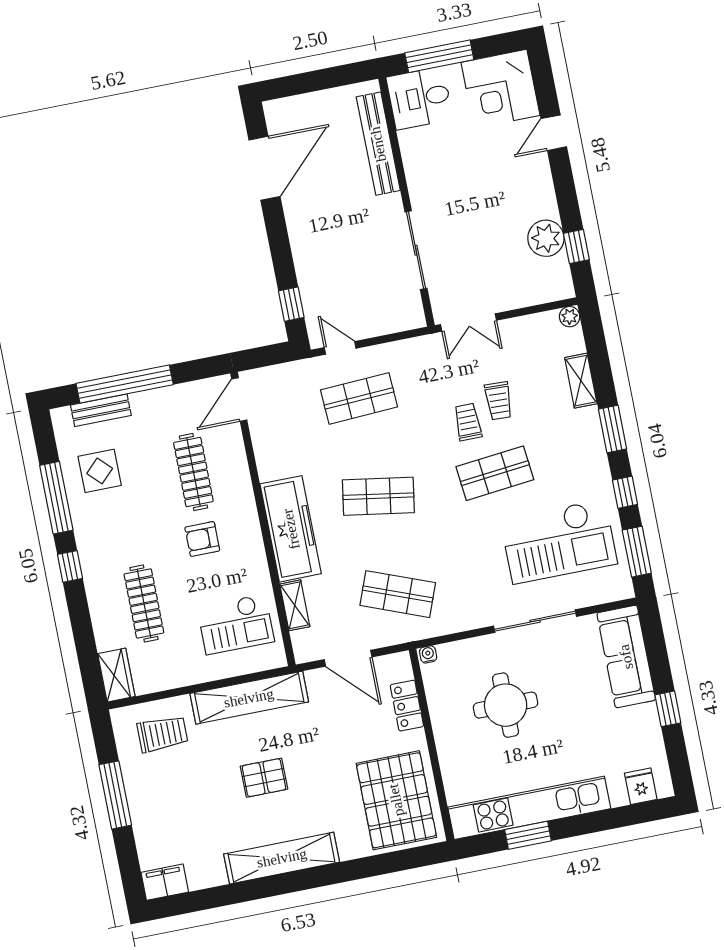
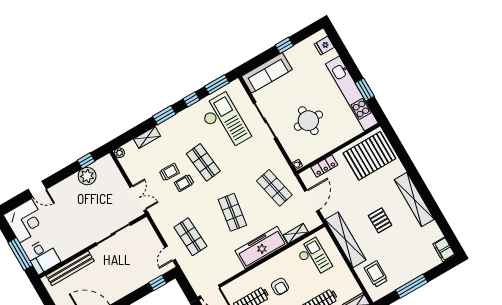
shop shelf: (398, 594) -> (274, 188), turned -33

